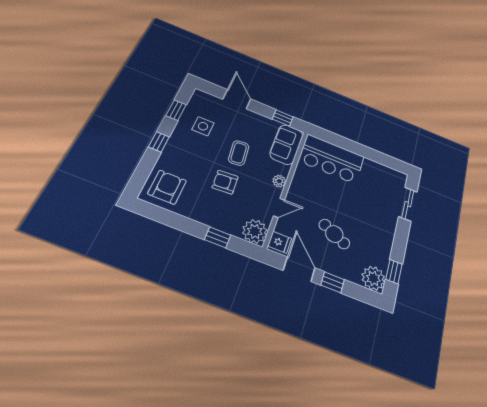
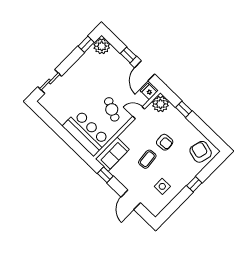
window: (176, 110) -> (175, 204), removed
plant: (279, 181) -> (130, 130), removed
armchair: (167, 187) -> (201, 152), turned 105
cafe table: (334, 234) -> (112, 109), moved

